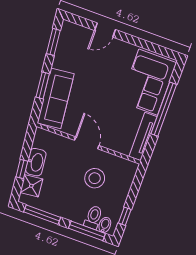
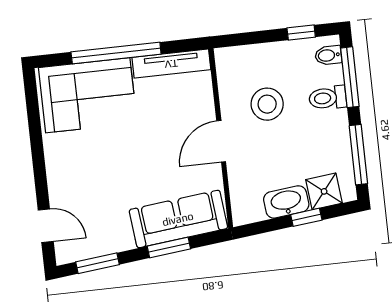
door: (105, 30) -> (46, 226), moved
toilet: (93, 217) -> (328, 98), moved

